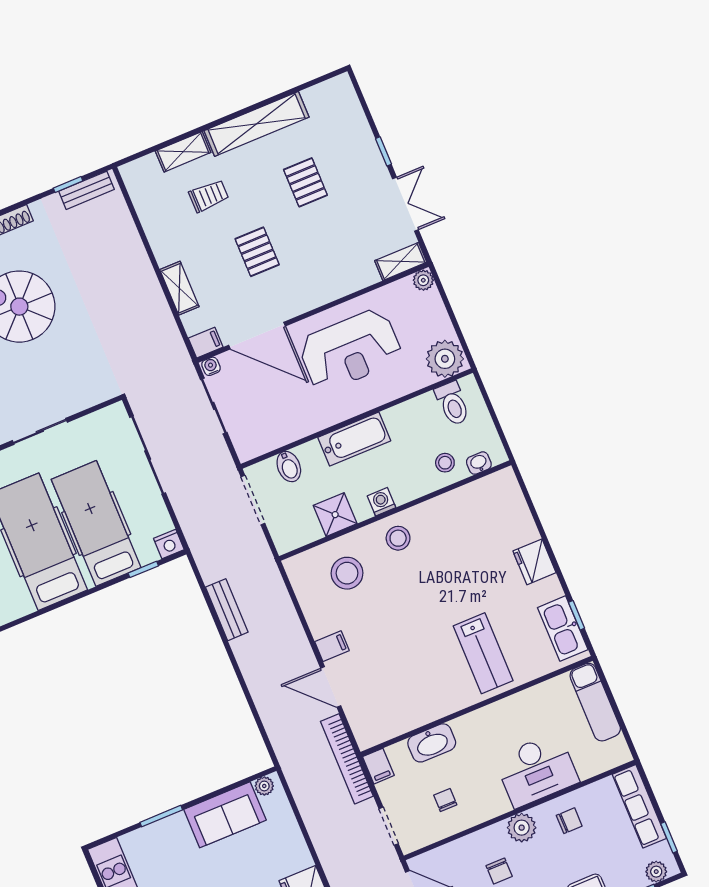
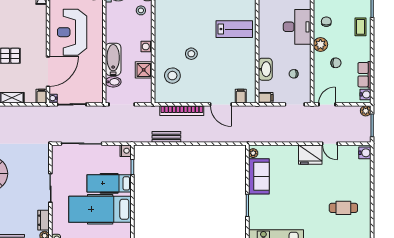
reception desk: (350, 350) -> (72, 32), turned 180
bathtub: (354, 439) -> (113, 59), moved
hospital bed: (96, 523) -> (109, 183), width x0.73, depth x0.78
stool: (398, 538) -> (191, 54), moved
filing cabinet: (332, 646) -> (241, 96), moved
door: (331, 687) -> (221, 104), hinge flipped
bookcase: (347, 759) -> (182, 111), moved

